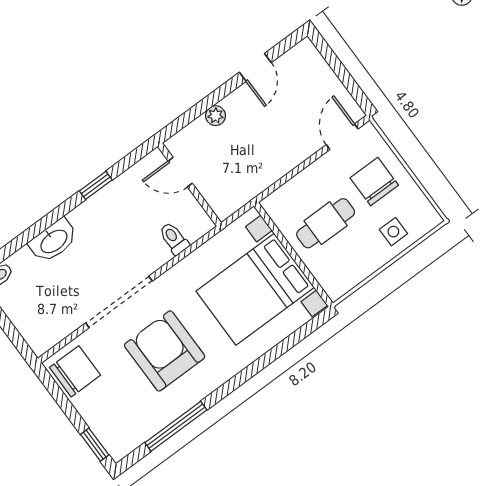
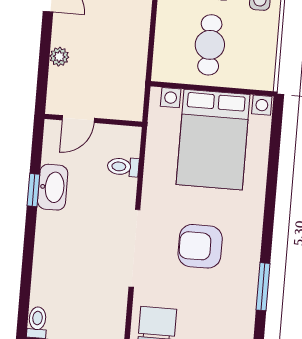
washbasin: (53, 241) -> (53, 187), moved
armchair: (165, 351) -> (200, 246), width x0.73, depth x0.73
window: (176, 426) -> (263, 287), width x0.69

